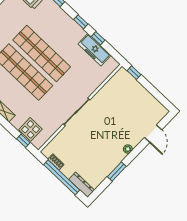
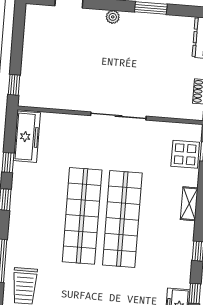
freezer: (94, 50) -> (27, 137), moved

